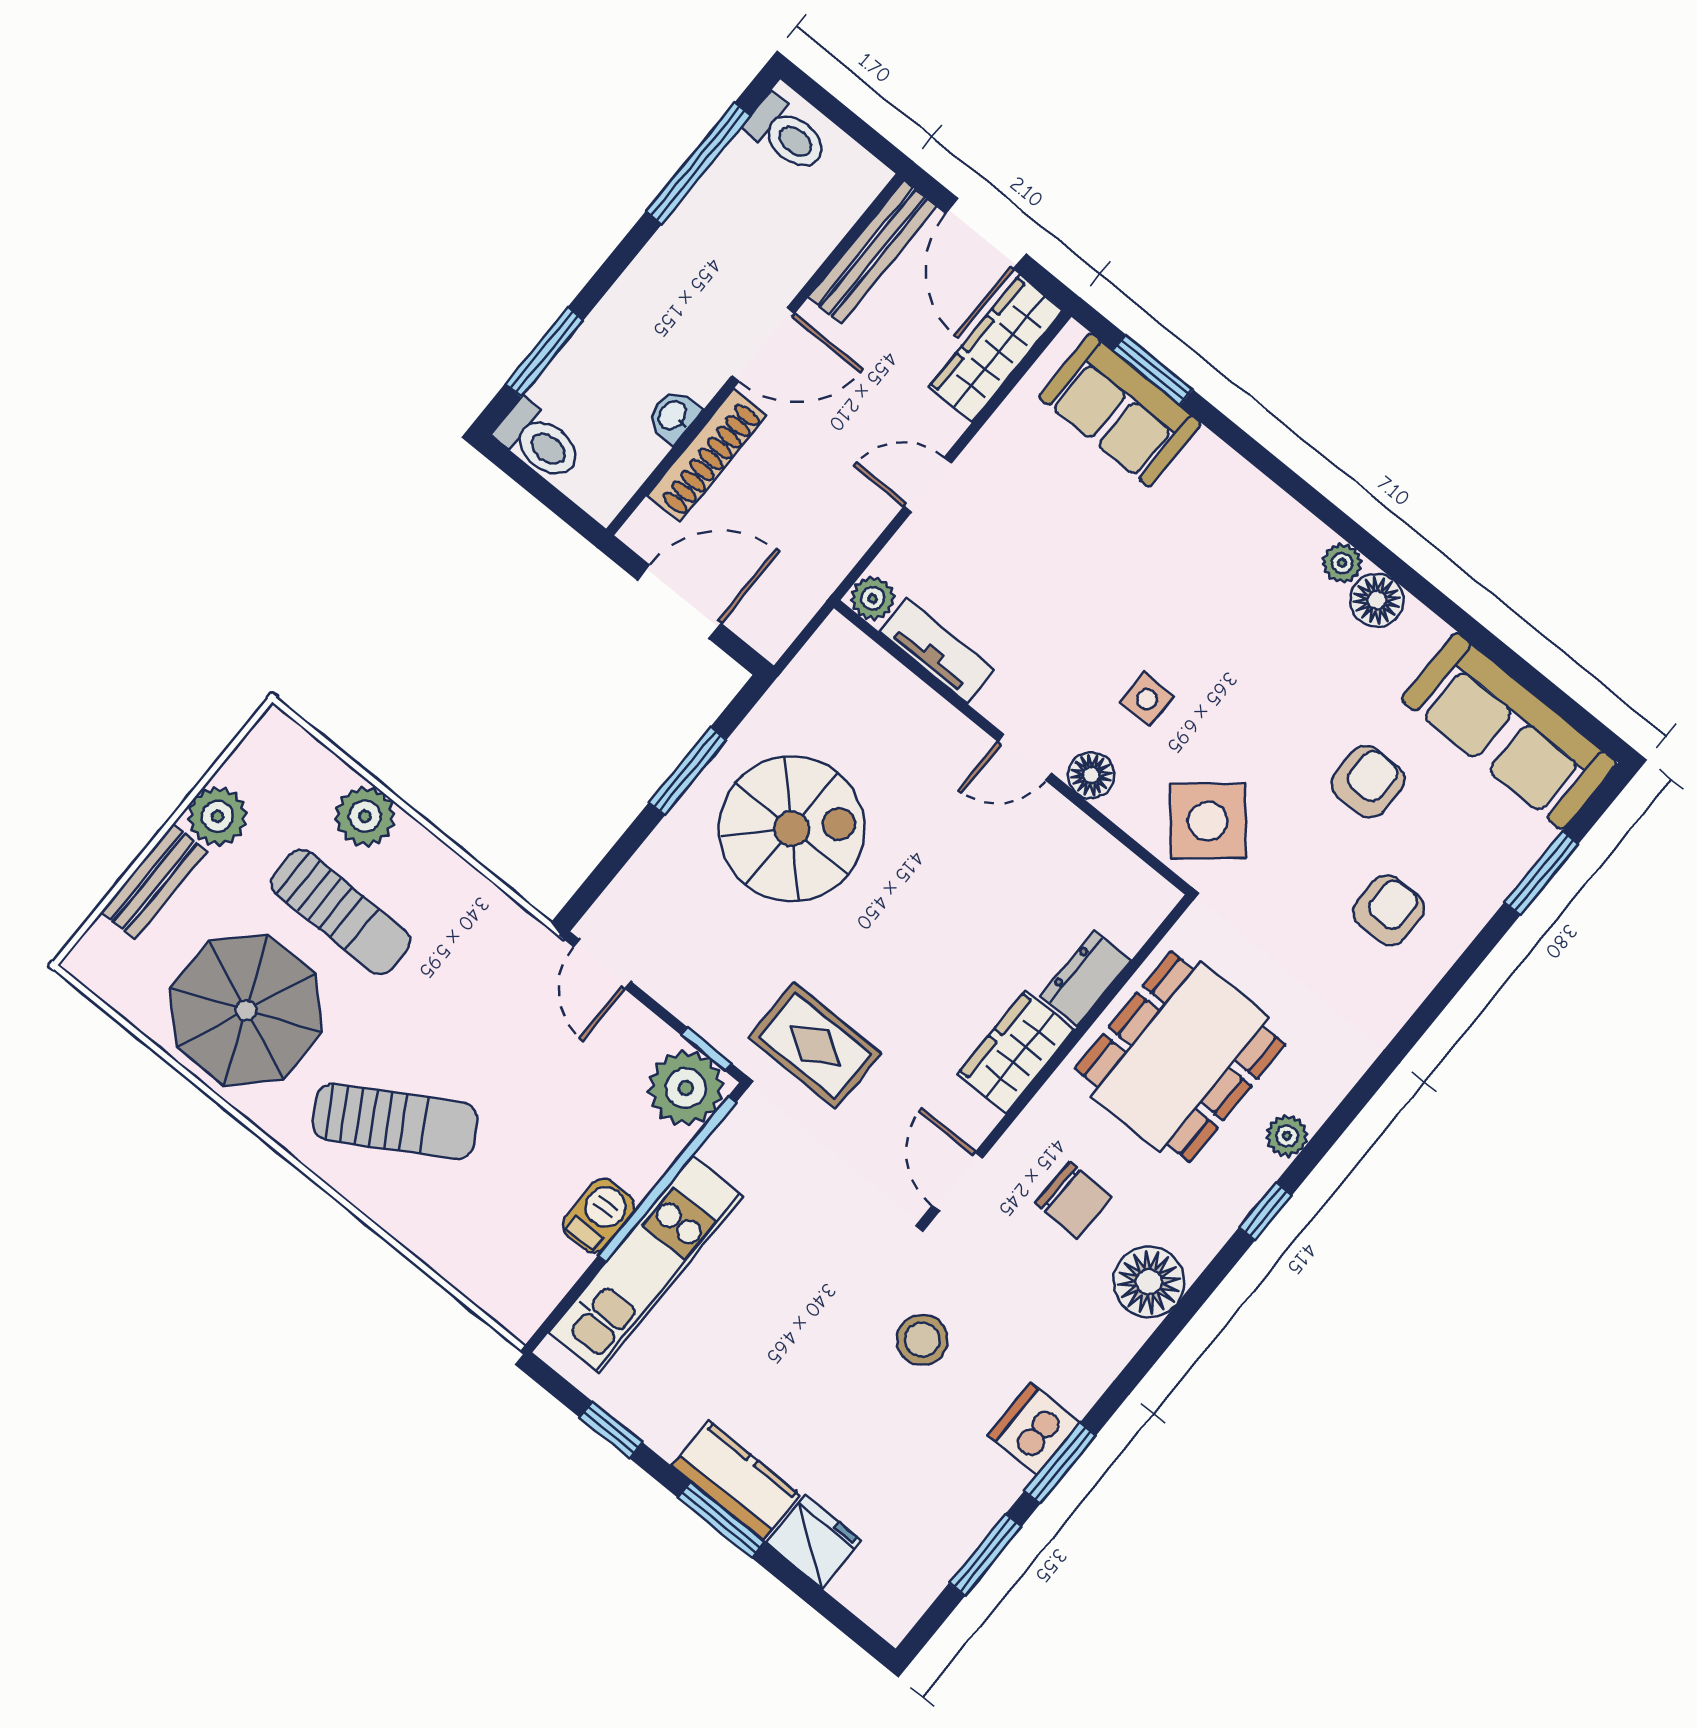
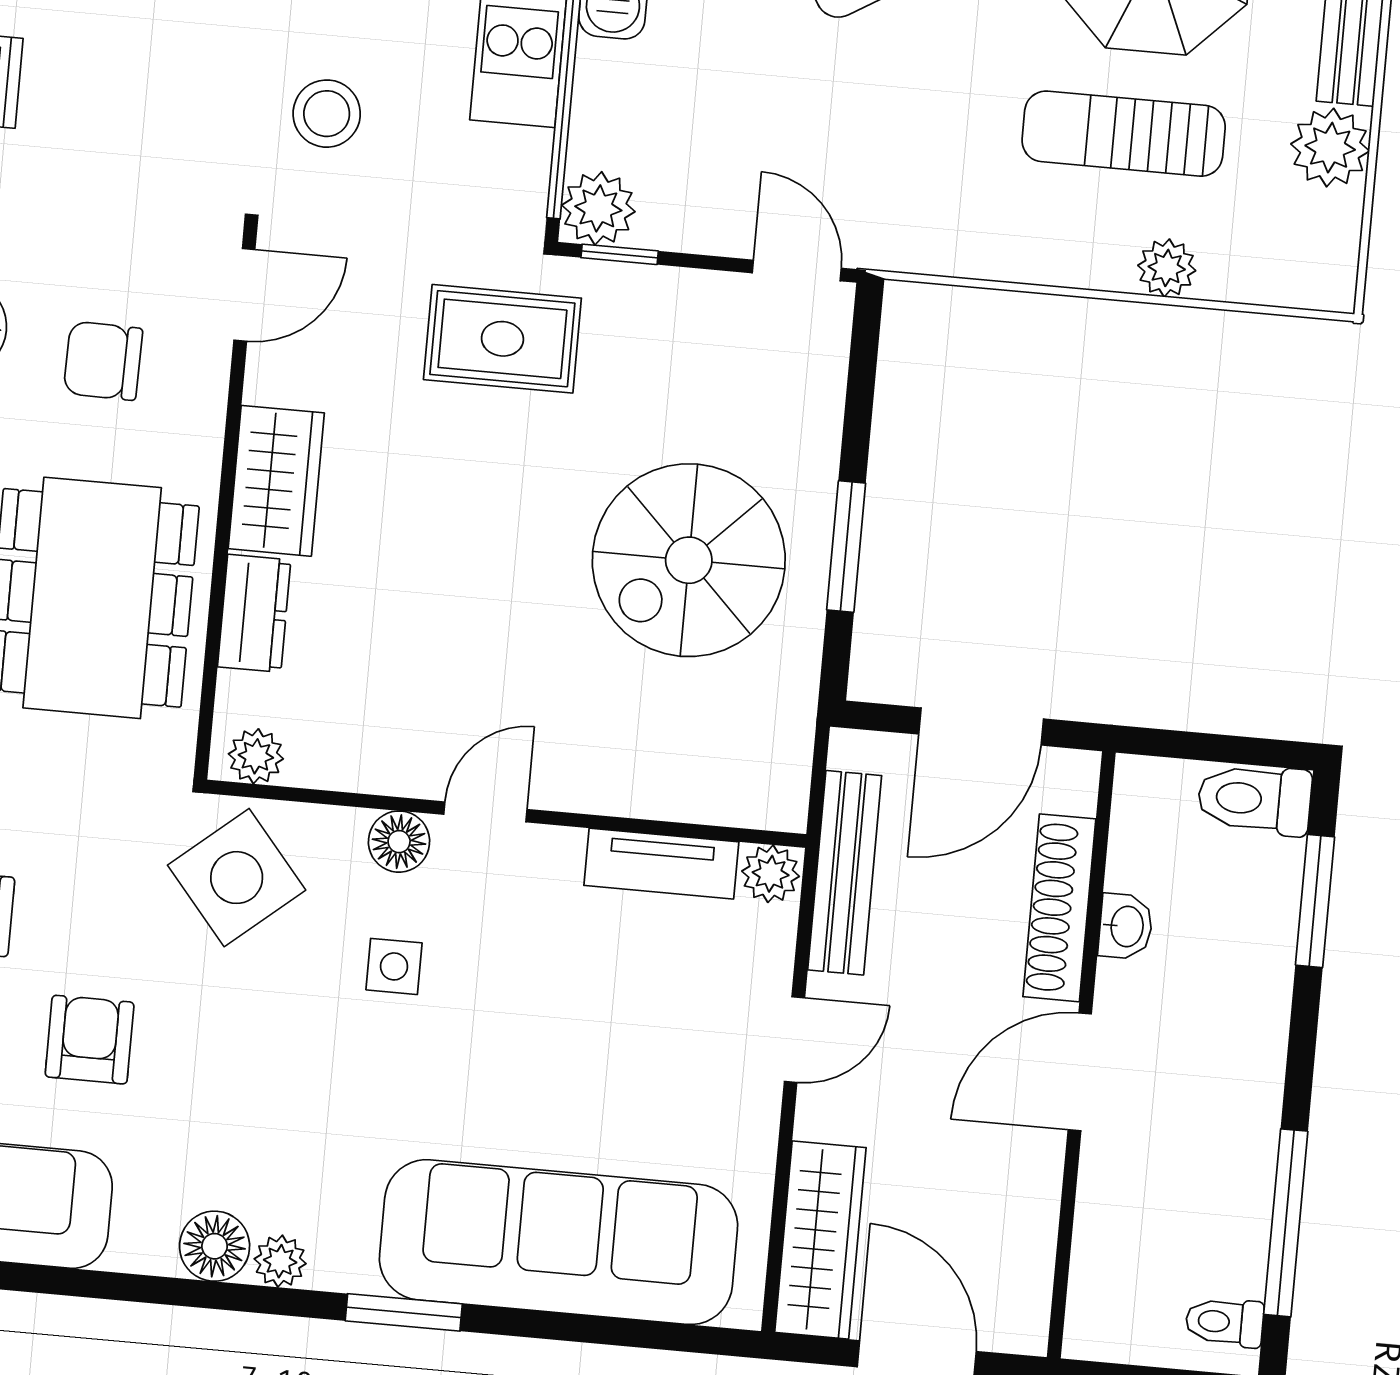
toilet: (787, 134) -> (1224, 1322), width x0.73, depth x0.72
bench: (872, 252) -> (845, 873), moved
window: (1153, 370) -> (404, 1312), moved
sofa: (1120, 410) -> (559, 1242), width x1.85, depth x1.27
armchair: (1368, 782) -> (90, 1040), turned 180
plant: (365, 816) -> (1167, 268), width x0.73, depth x0.73
plant: (1145, 889) -> (256, 756), added
plant: (686, 1088) -> (598, 208), width x0.73, depth x0.73
door: (957, 1182) -> (244, 295), hinge flipped
stool: (922, 1340) -> (327, 114), moved

